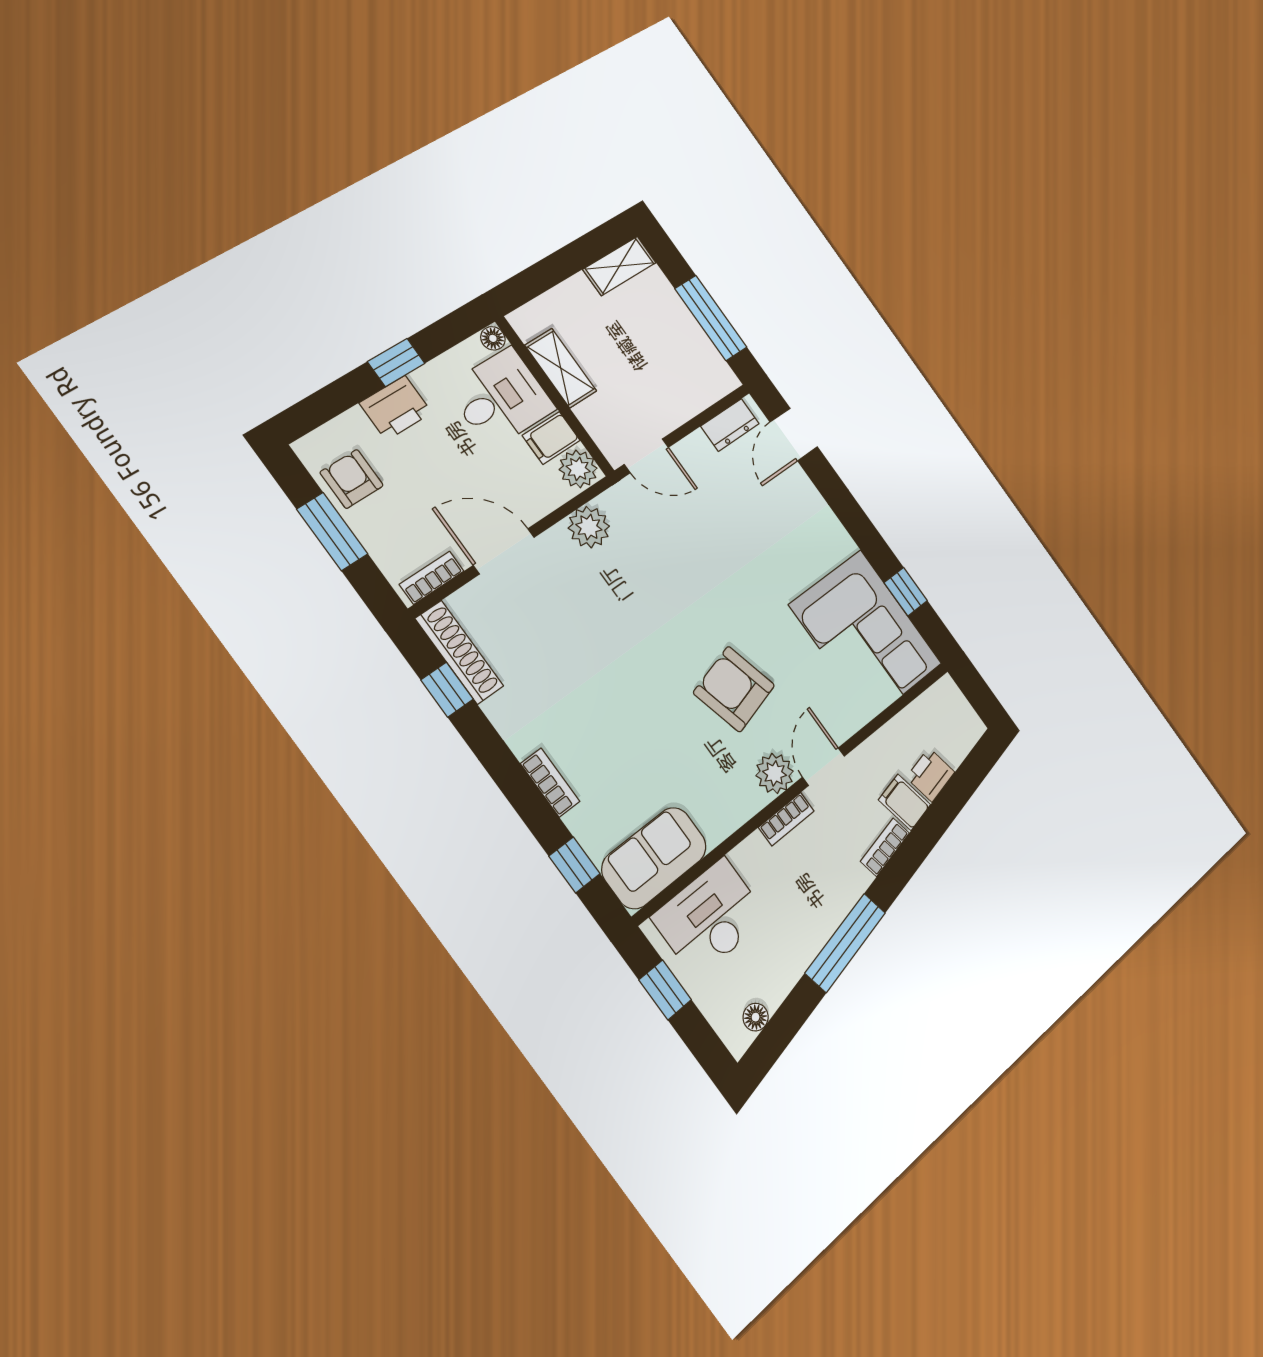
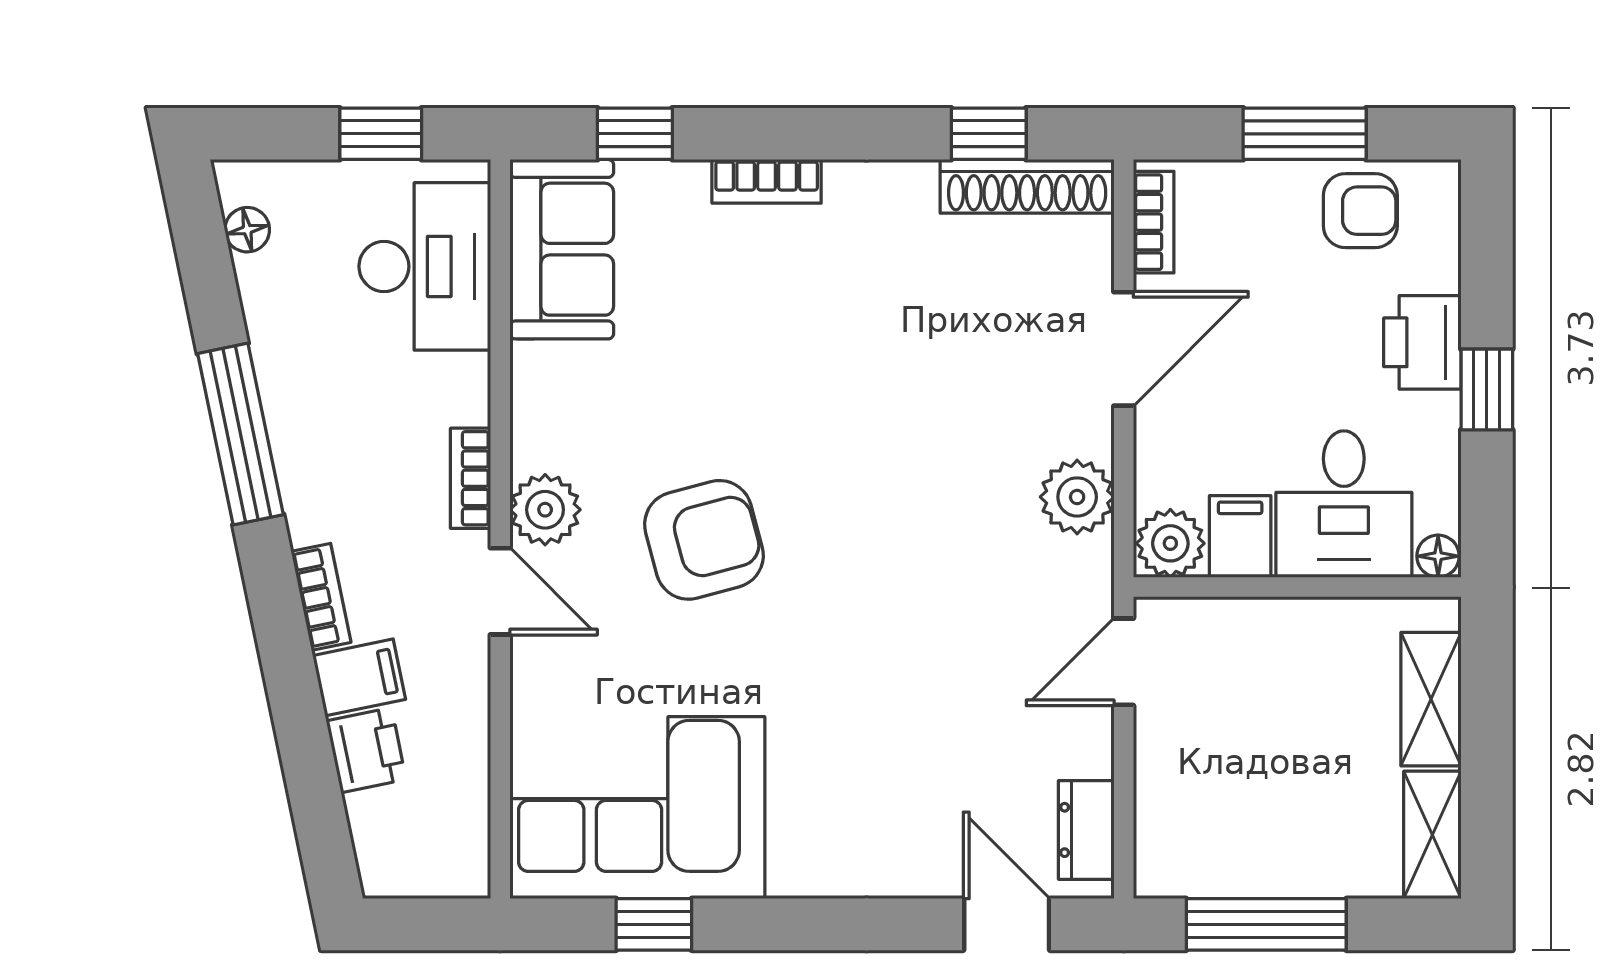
shelving: (561, 368) -> (1431, 699), moved, turned 90

